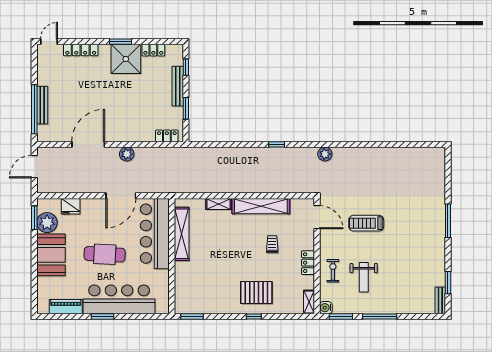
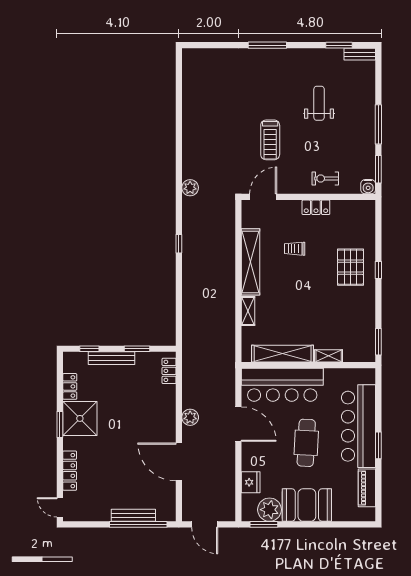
weight bench: (364, 277) -> (319, 103), moved, turned -90
shelving: (309, 302) -> (329, 356), moved

